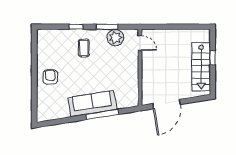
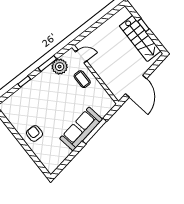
coffee table: (84, 48) -> (82, 79), moved

